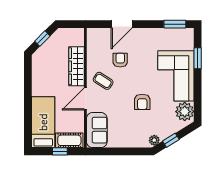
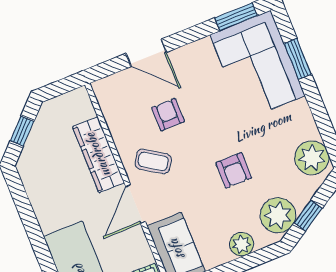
door: (122, 24) -> (146, 53), hinge flipped
corner sofa: (176, 76) -> (257, 65), moved
plant: (154, 140) -> (278, 215), width x1.88, depth x1.88
plant: (131, 141) -> (242, 244), added

